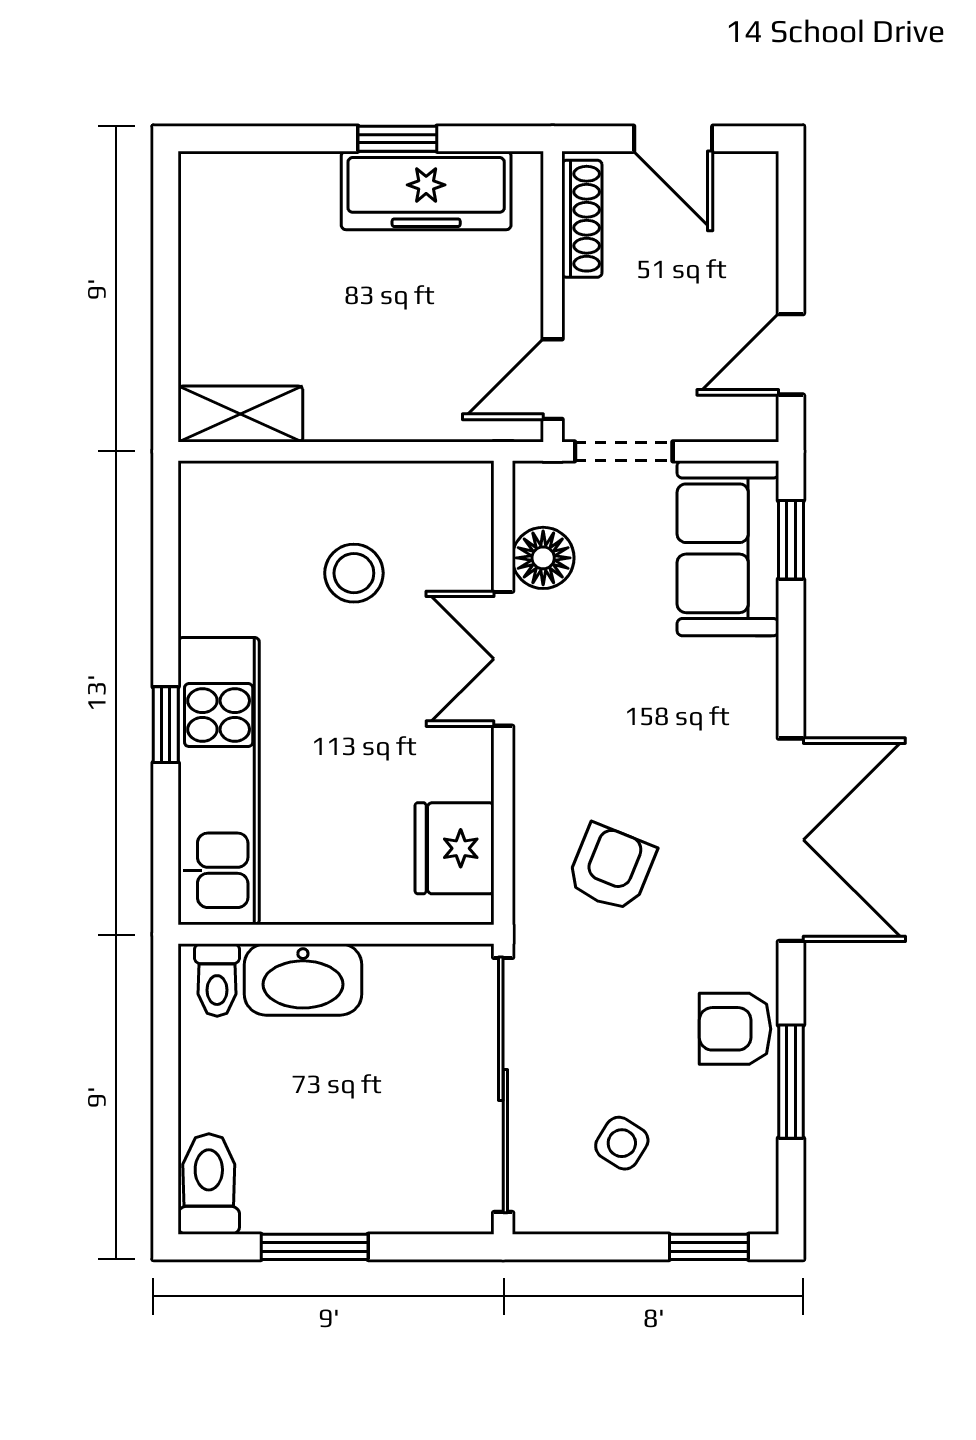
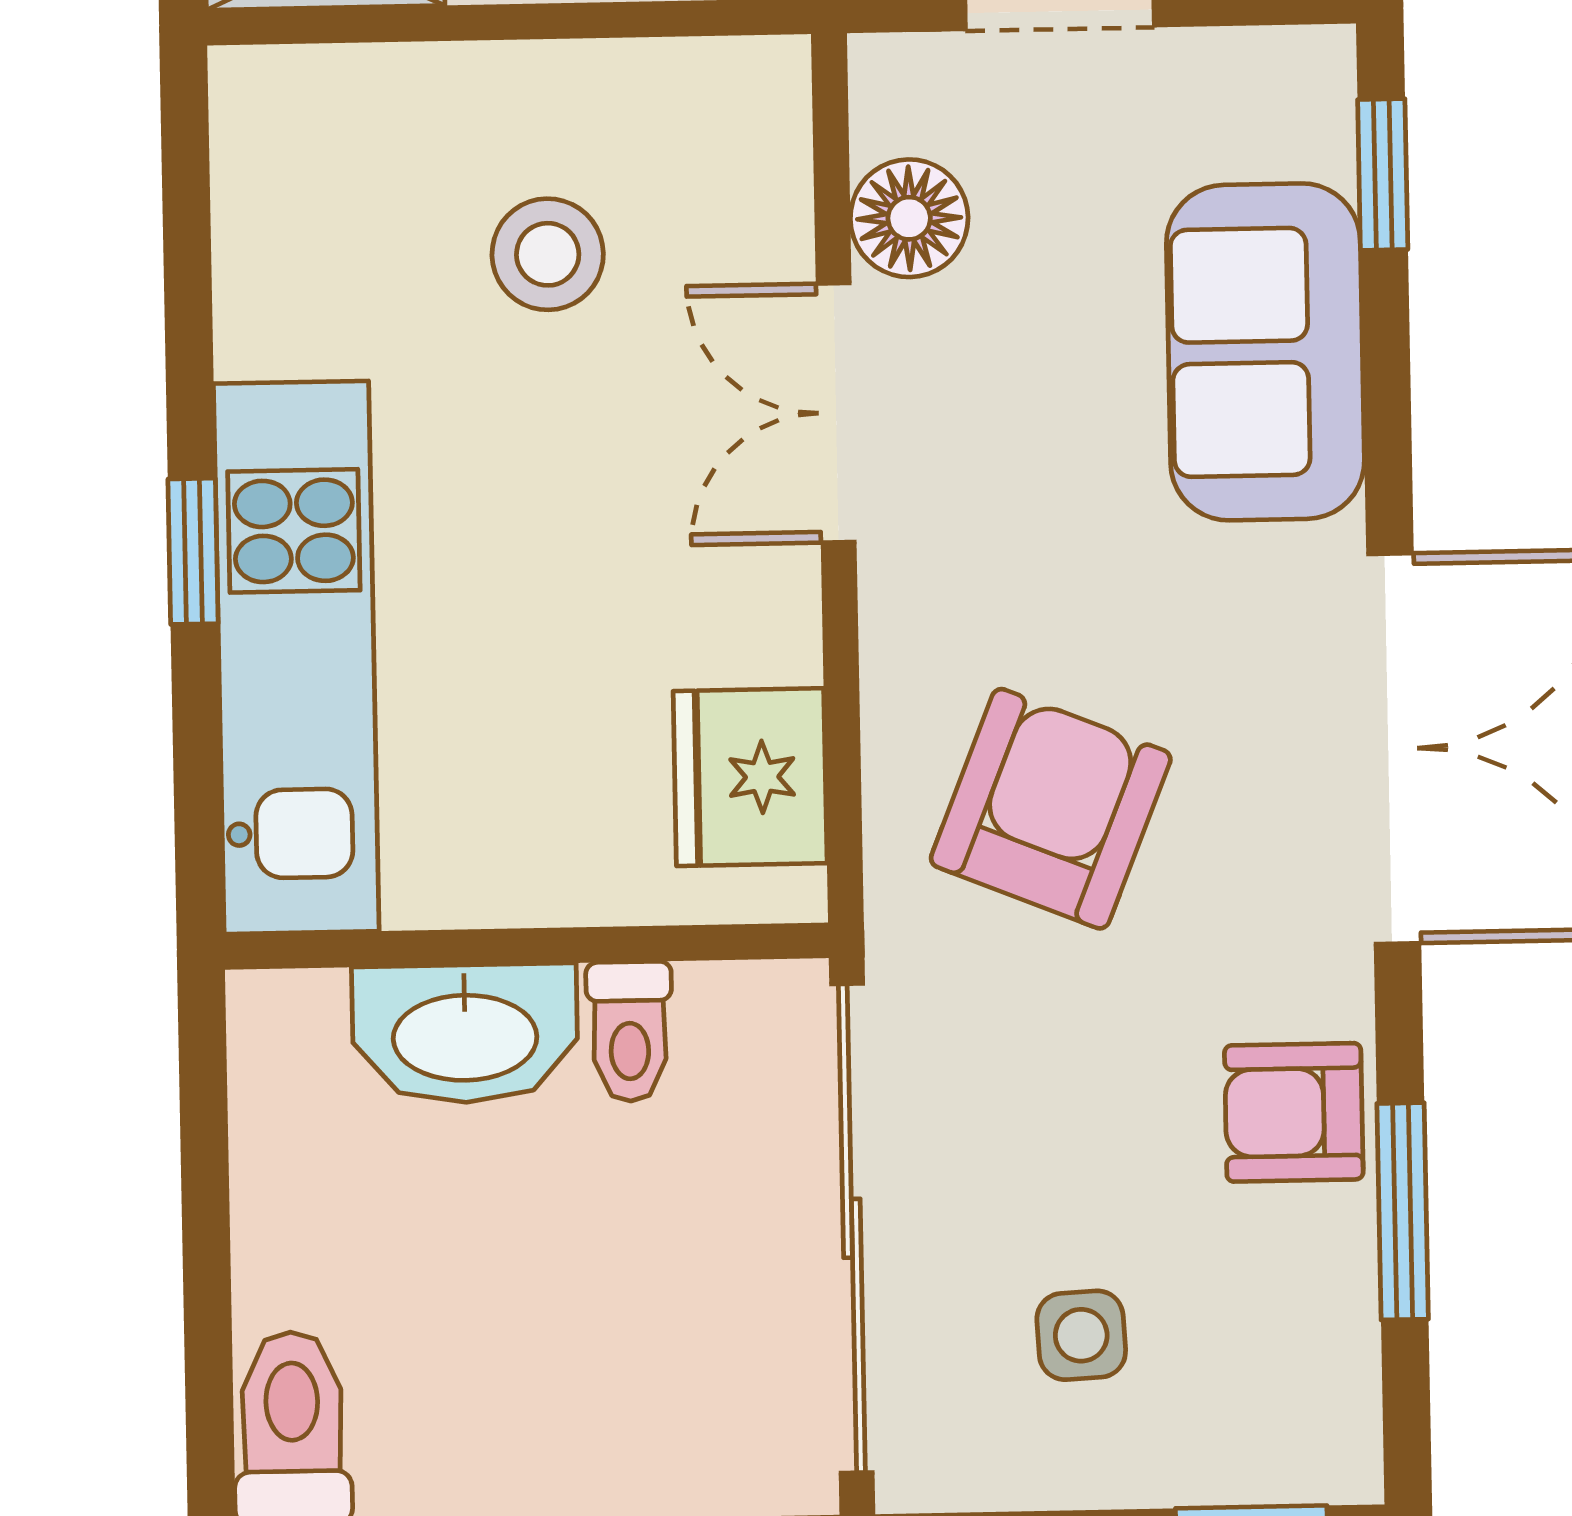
sofa: (728, 548) -> (1265, 352), moved
armchair: (611, 868) -> (1051, 809), width x1.38, depth x1.38
toilet: (217, 980) -> (630, 1031), moved
side table: (622, 1143) -> (1081, 1335), turned -35

